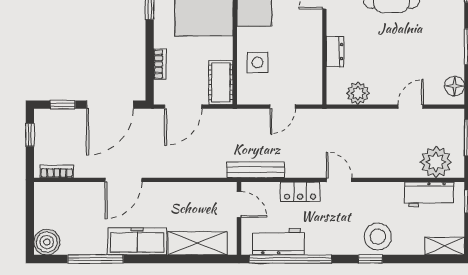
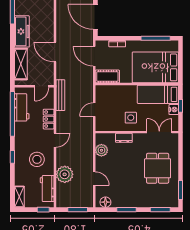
side table: (258, 62) -> (131, 118), moved
door: (283, 107) -> (94, 110), hinge flipped
plant: (436, 162) -> (65, 174), moved
door: (123, 180) -> (55, 52), moved
stool: (378, 237) -> (37, 159), moved

